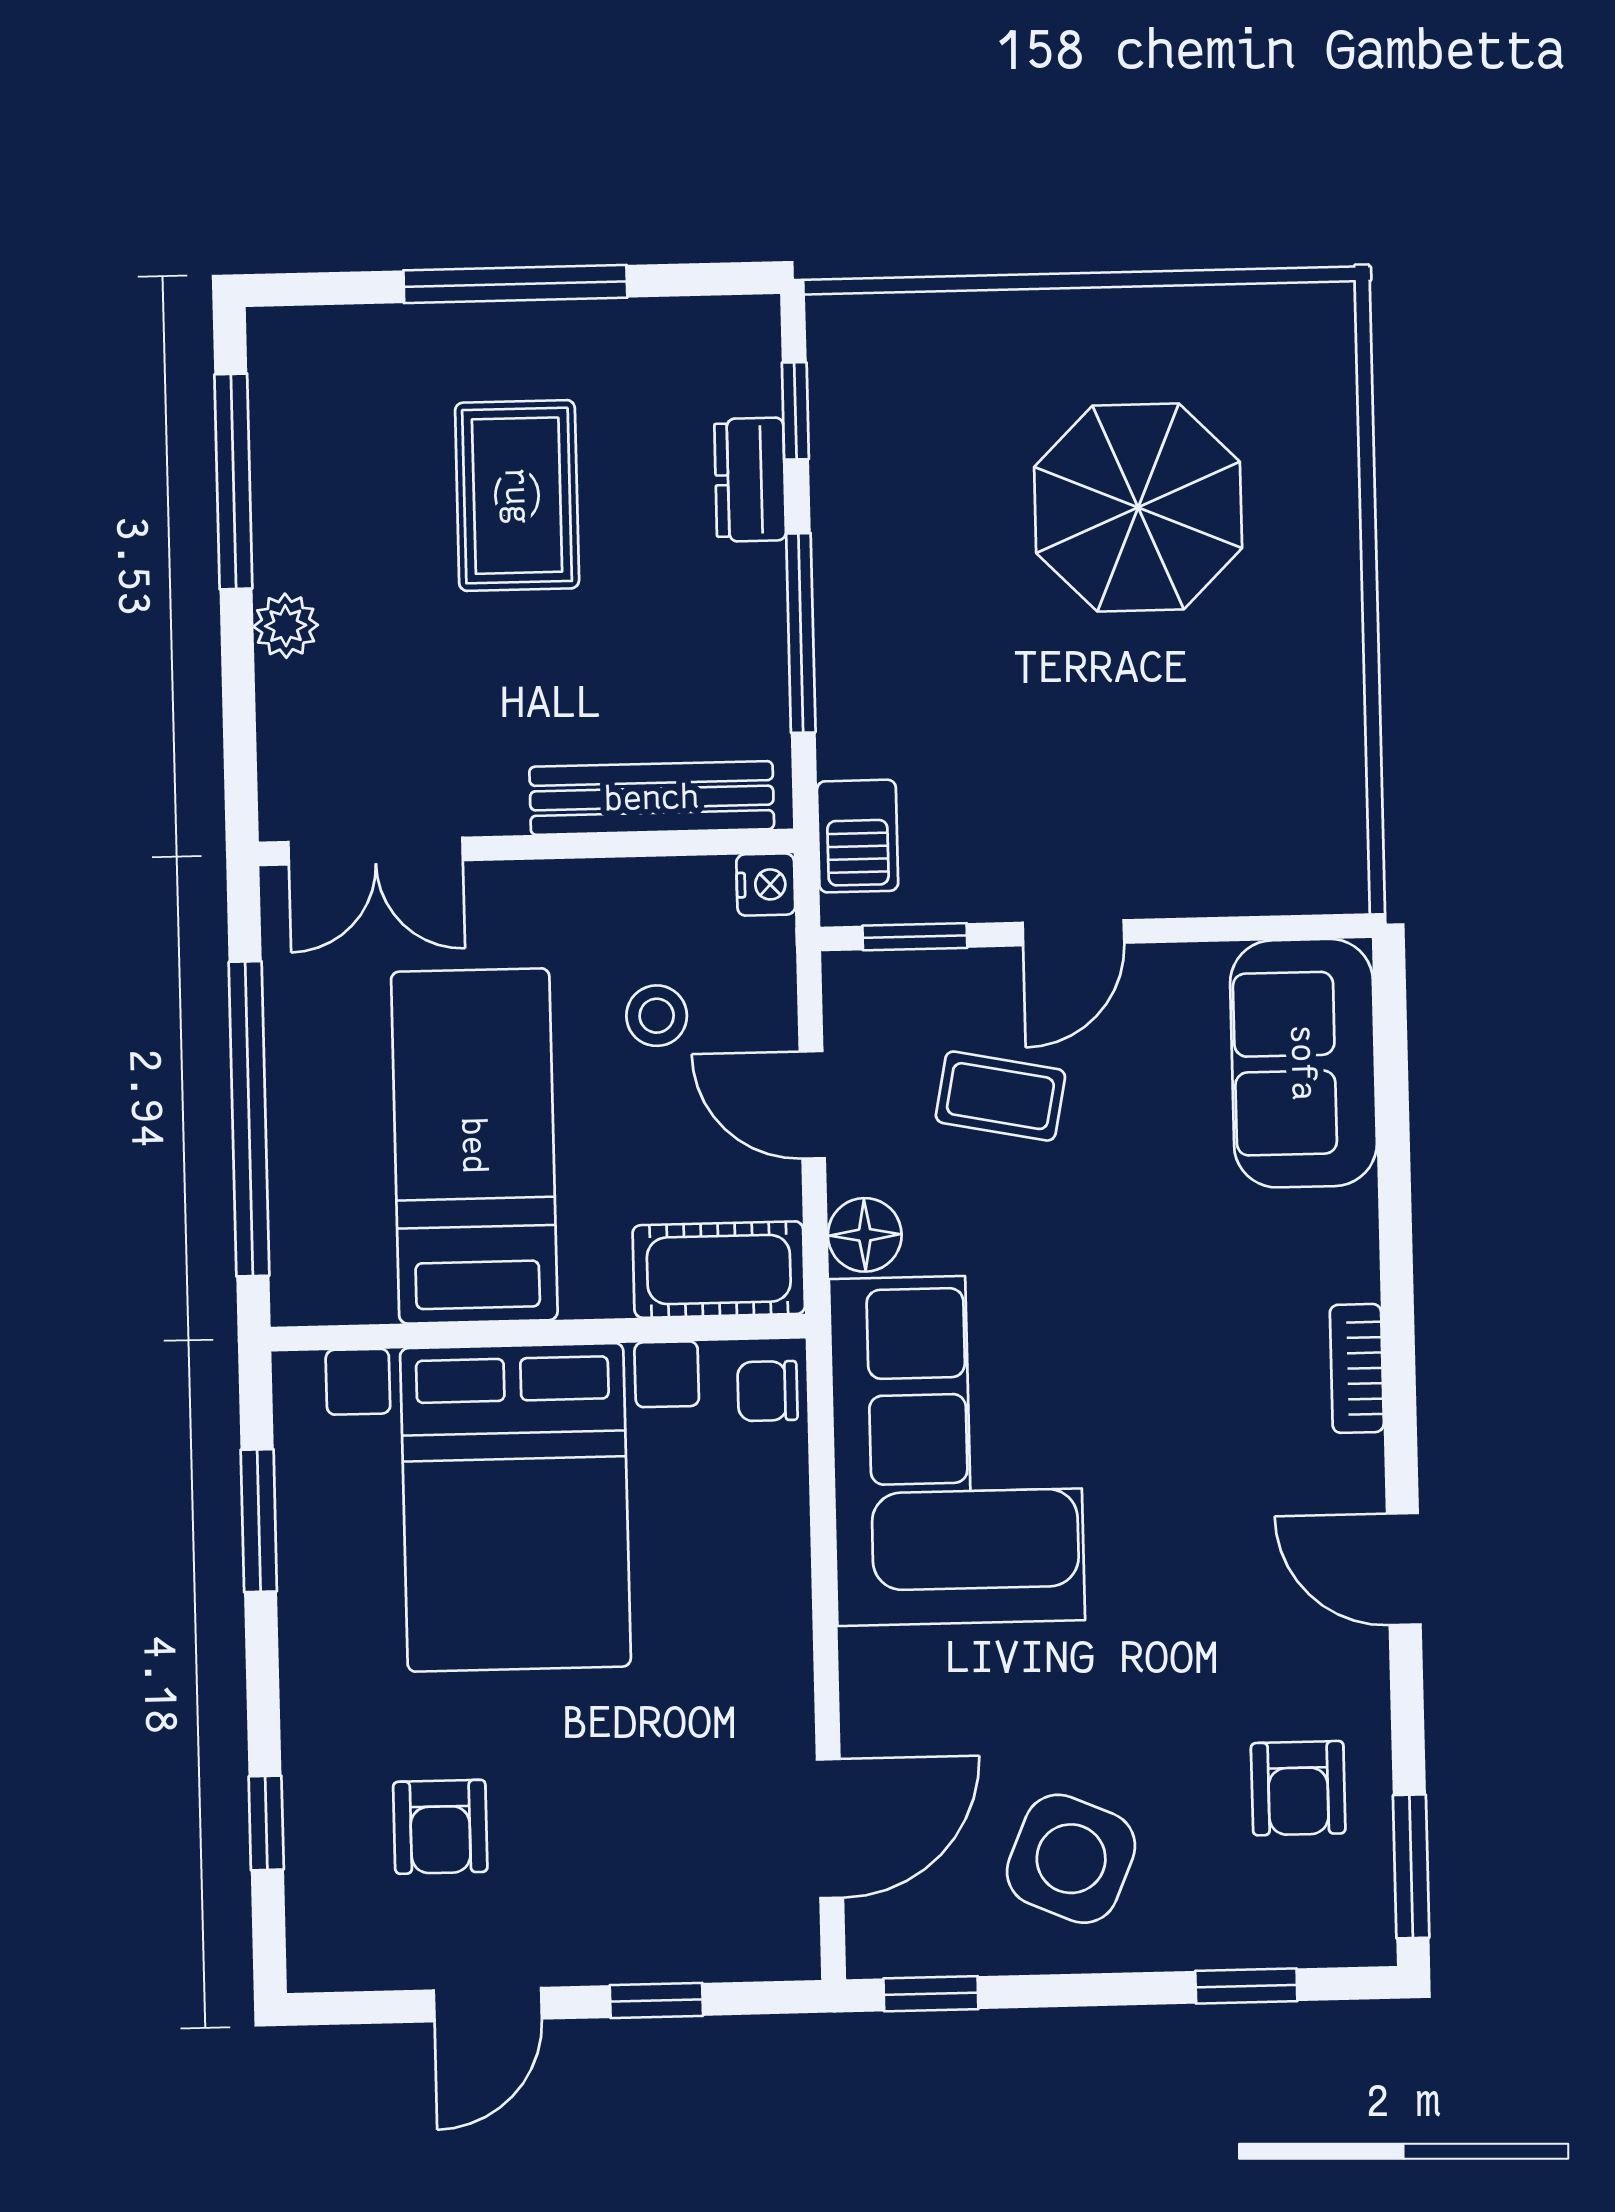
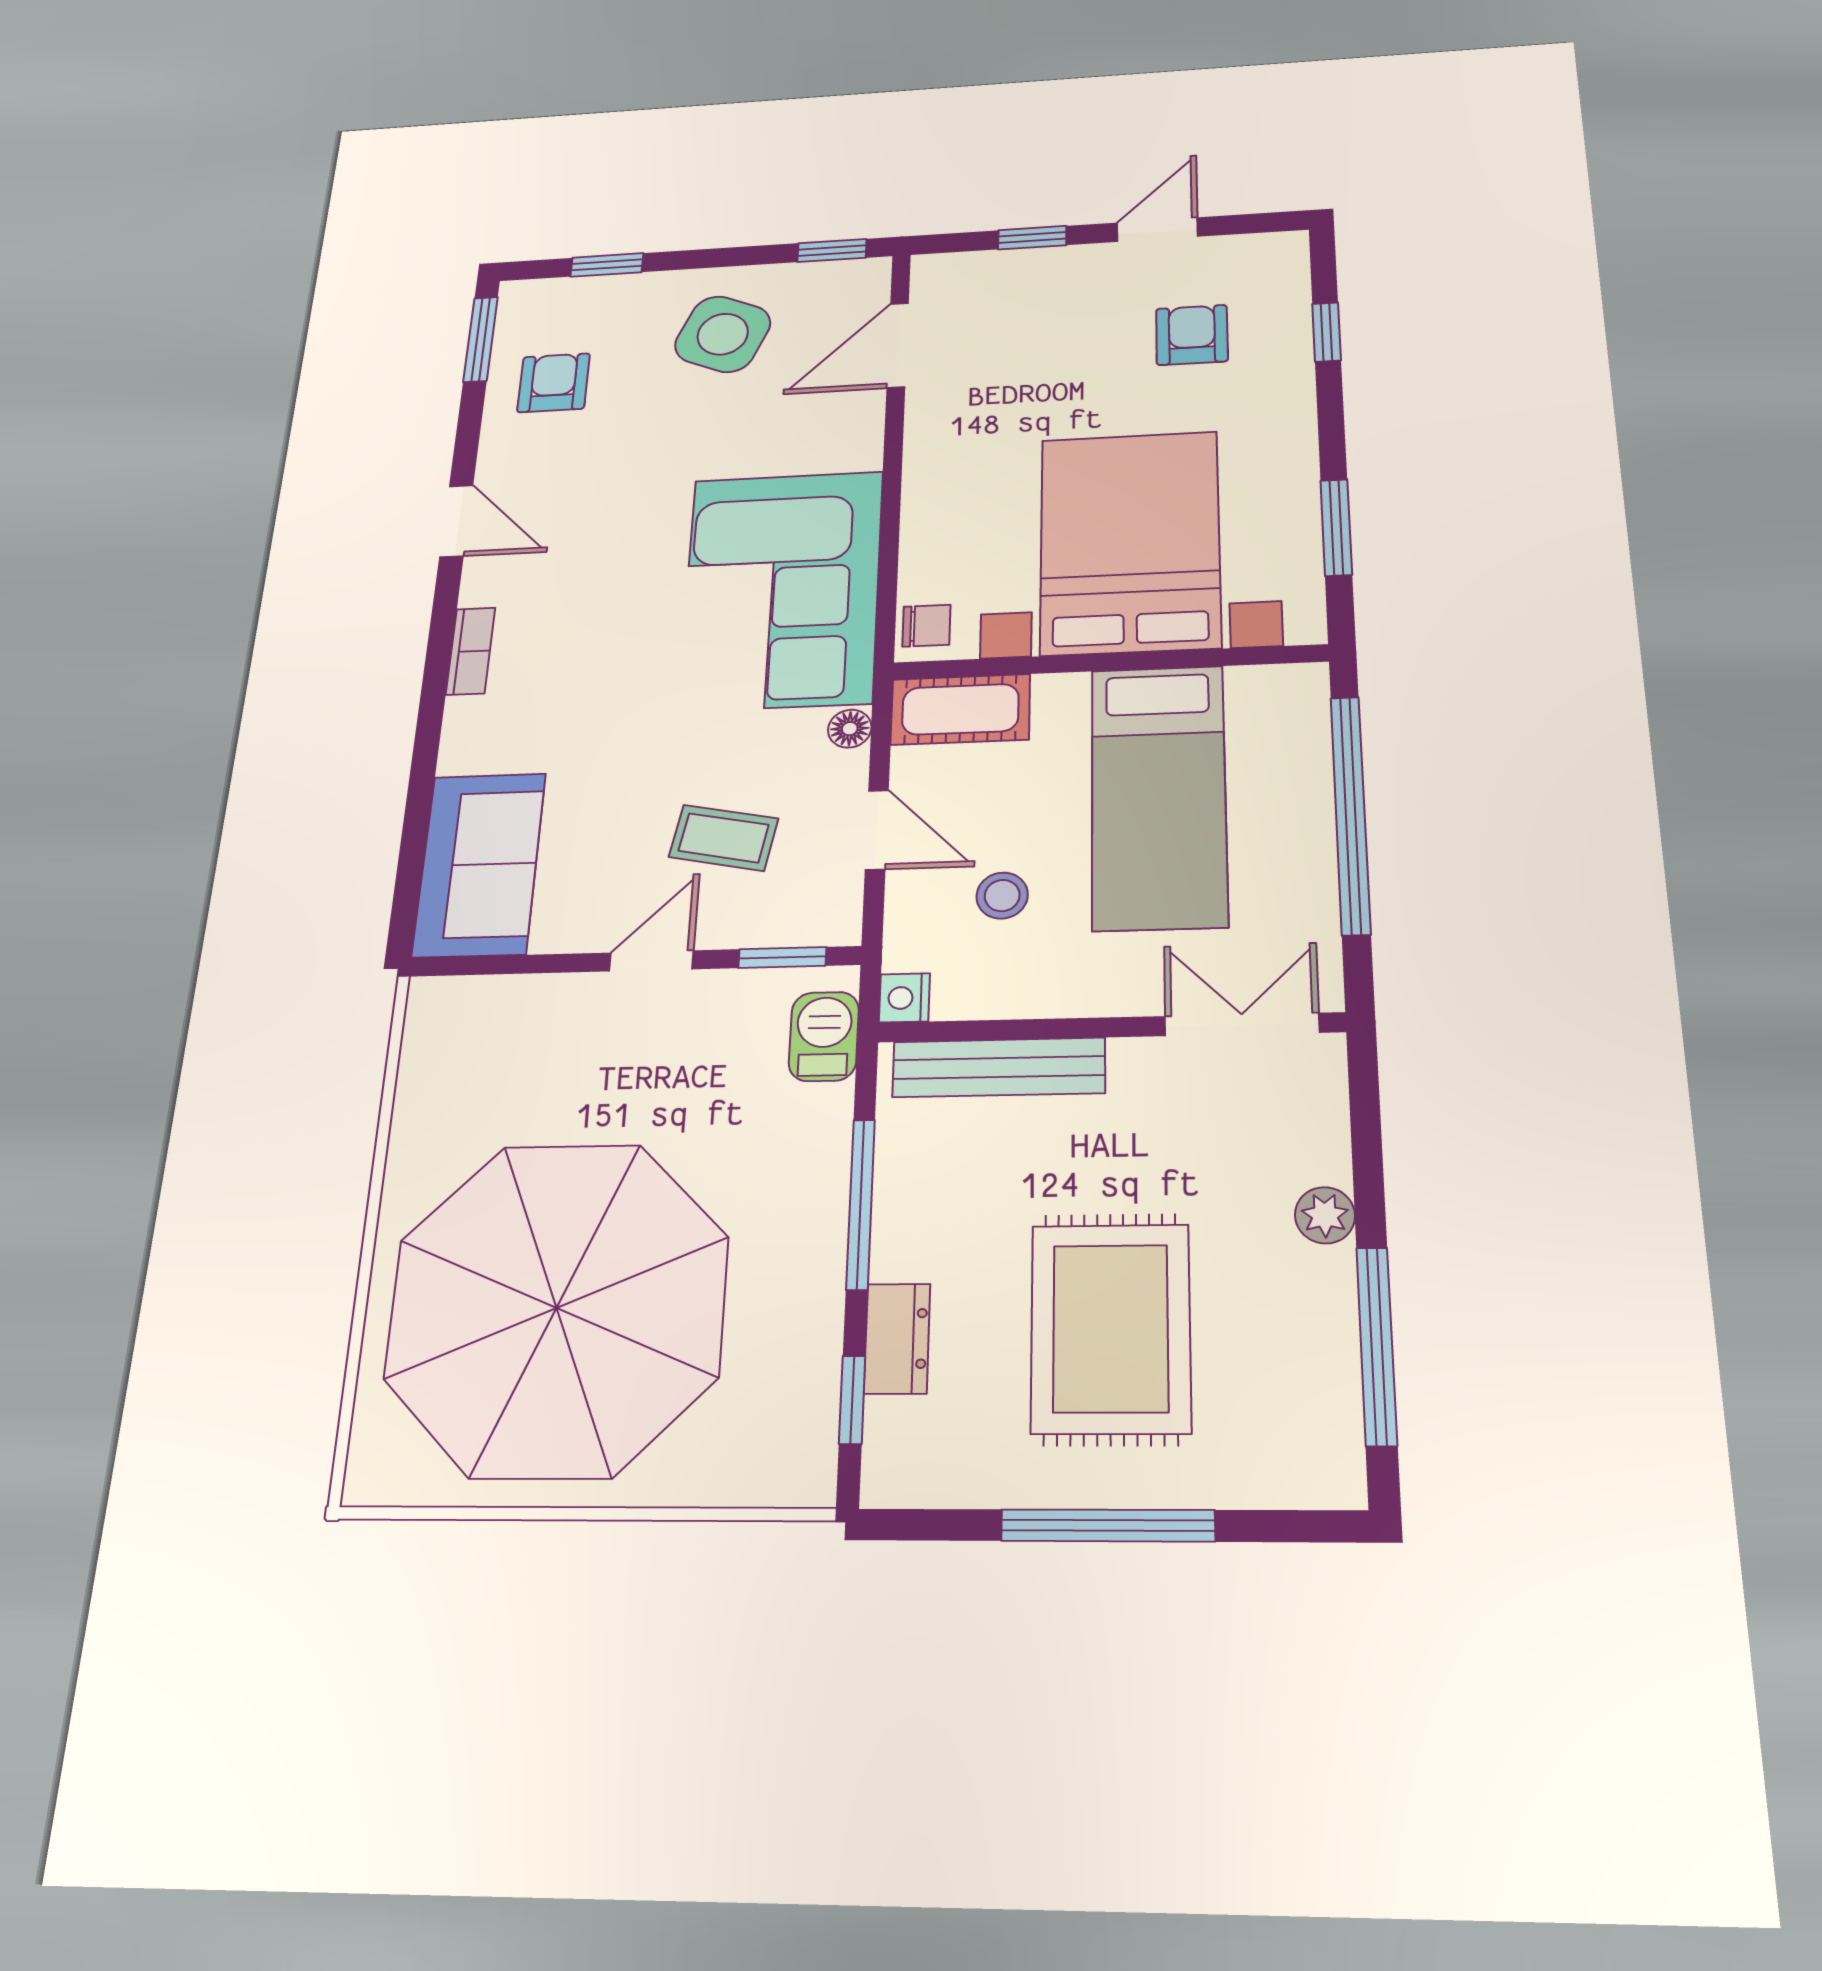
rug: (517, 496) -> (1111, 1328), width x1.36, depth x1.43
parasol: (1138, 507) -> (557, 1308), width x1.86, depth x1.86
floor lamp: (865, 1235) -> (850, 729), width x0.73, depth x0.73

